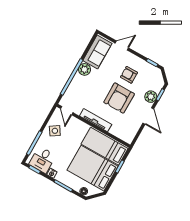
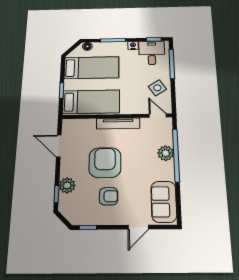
plant: (84, 69) -> (166, 153), moved
door: (148, 116) -> (59, 146), moved
bed: (93, 168) -> (91, 68), width x0.67

